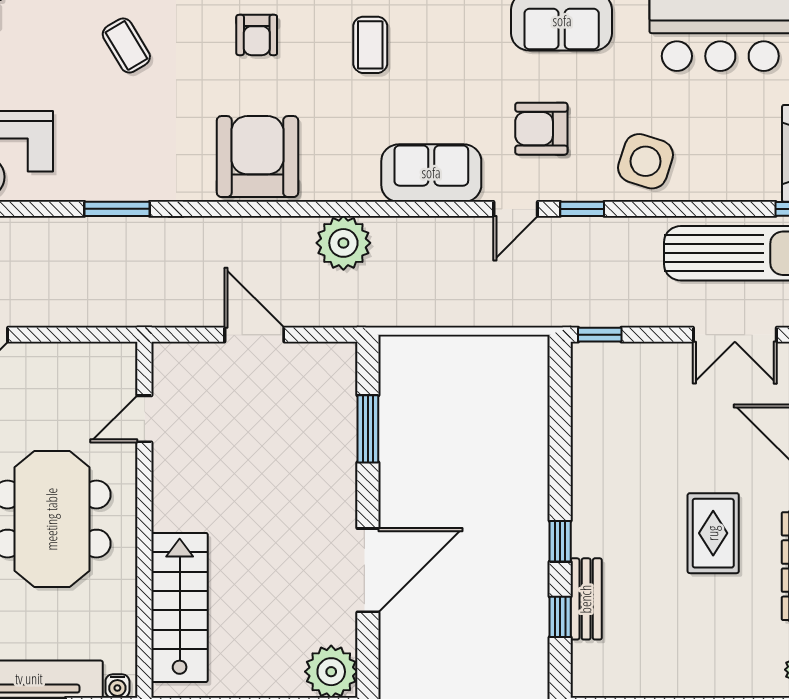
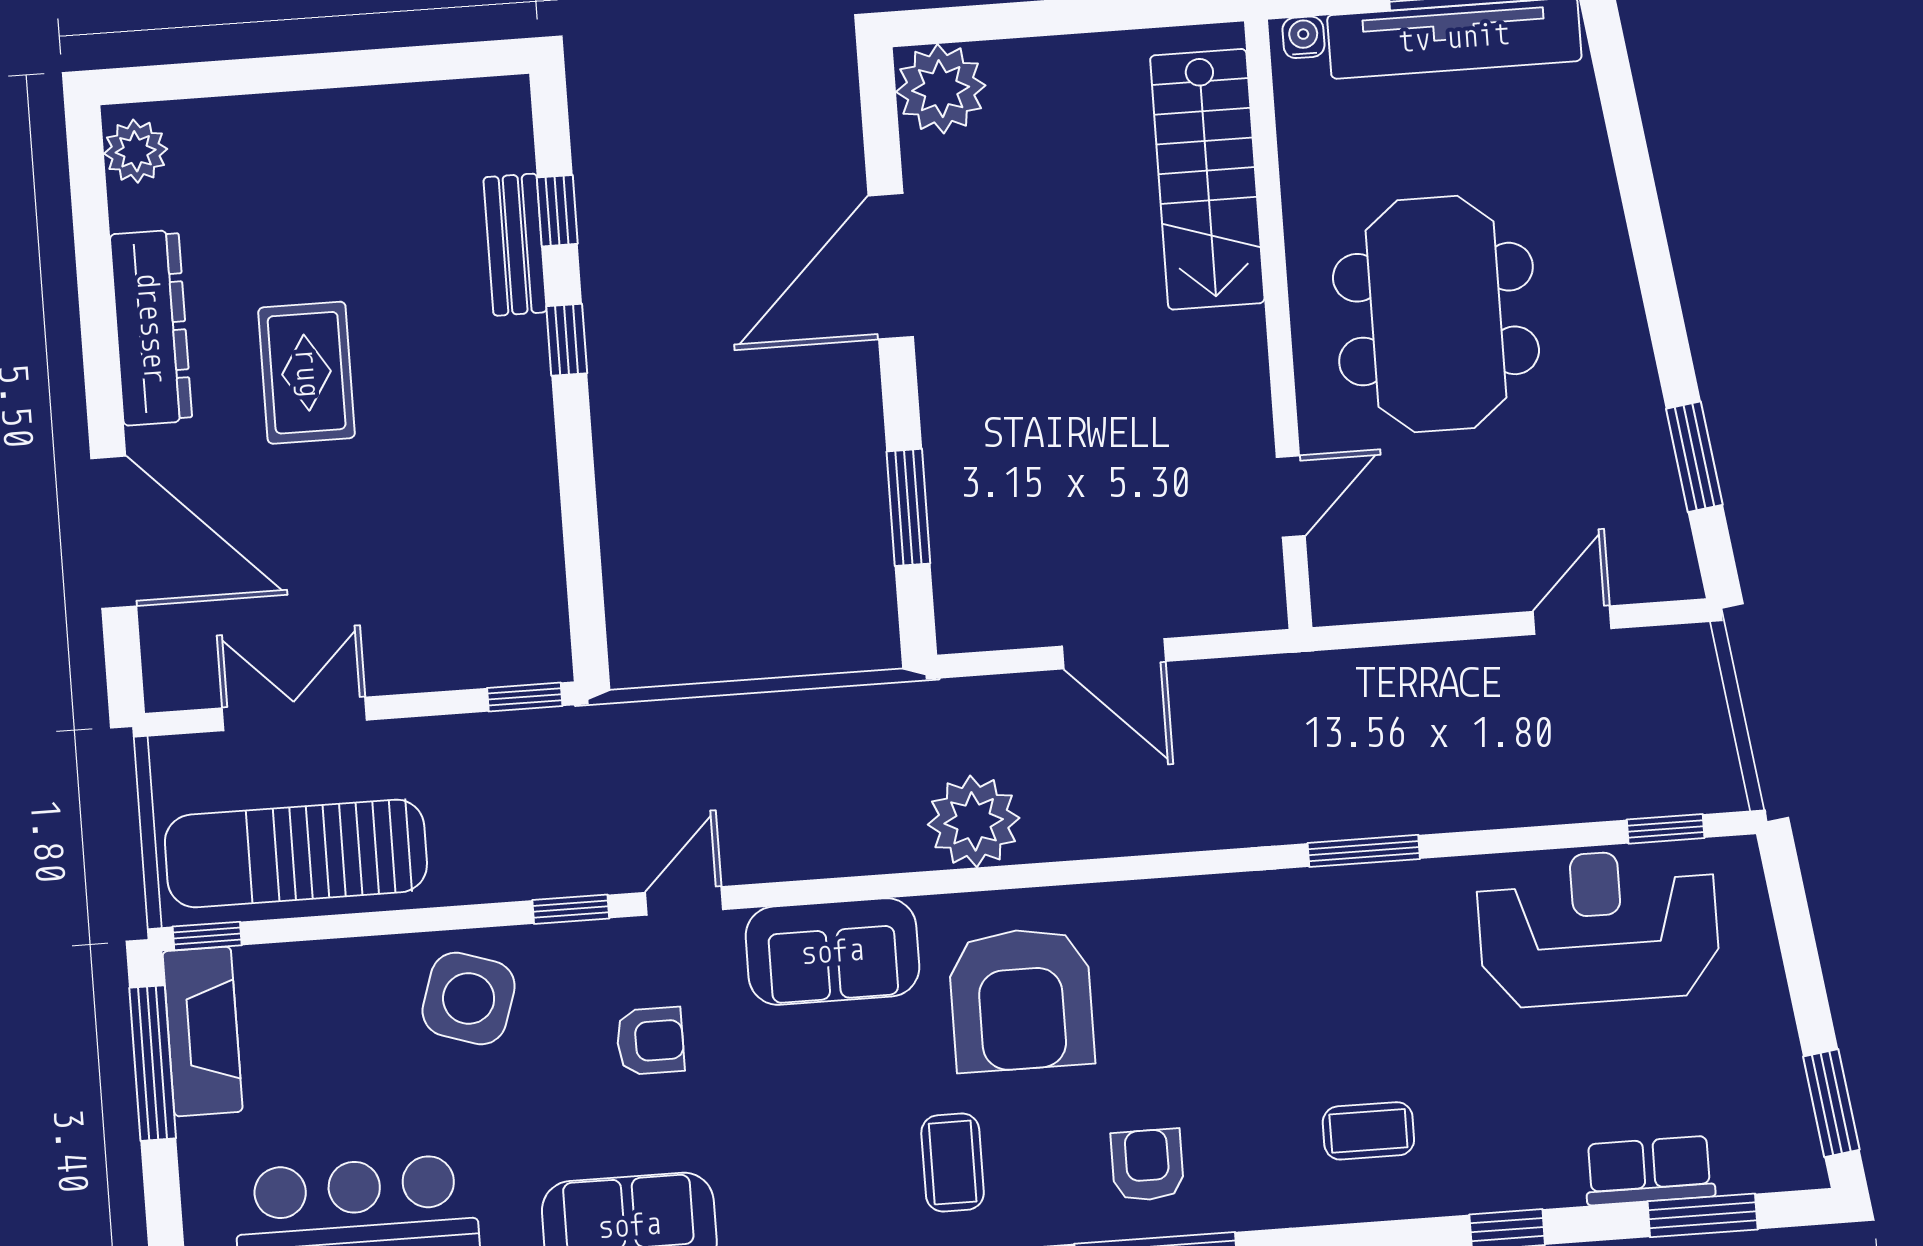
coffee table: (126, 46) -> (1368, 1131), turned -59
armchair: (541, 129) -> (650, 1041), width x0.72, depth x0.72
armchair: (257, 157) -> (1021, 999), moved

